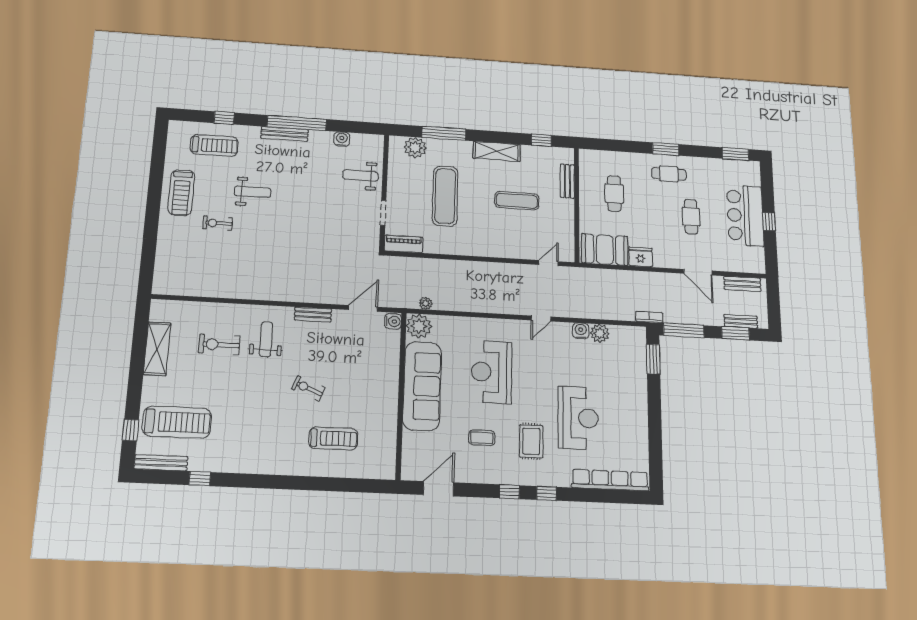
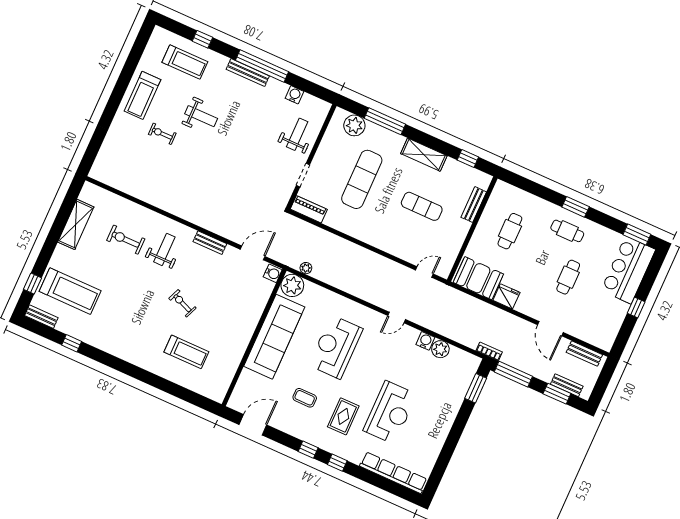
weight bench: (360, 176) -> (297, 134), turned 90
bar counter: (745, 216) -> (628, 270), moved
bench: (161, 463) -> (41, 317), width x0.73

